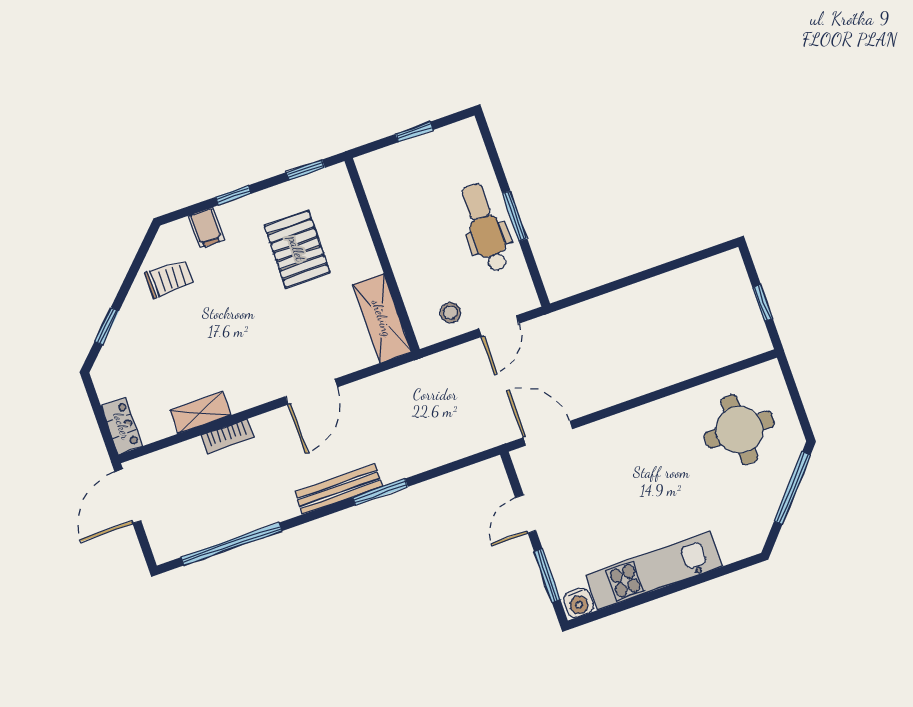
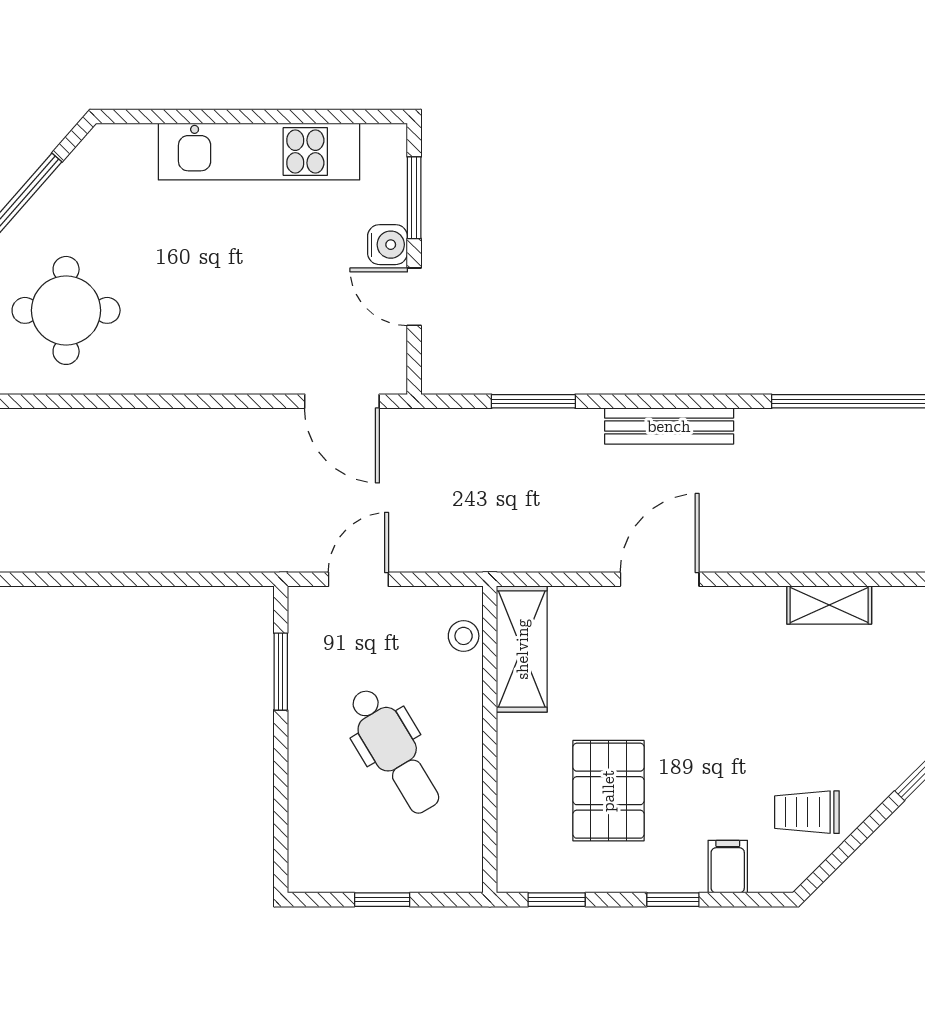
window: (515, 216) -> (281, 672), moved
dental chair: (485, 228) -> (394, 751), moved, turned -31
stool: (450, 313) -> (464, 636), moved
bookcase: (227, 436) -> (802, 558), removed
window: (380, 492) -> (533, 401), moved
door: (526, 514) -> (414, 297), swing flipped
water cooler: (578, 603) -> (388, 245), moved, turned 90

